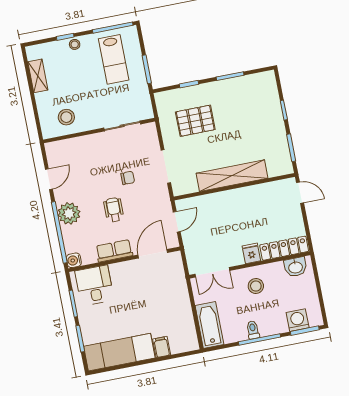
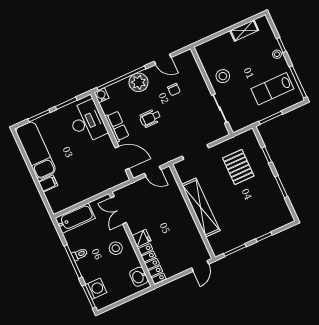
stool: (66, 117) -> (223, 76), moved
chair: (128, 178) -> (174, 89), moved
wheelchair: (114, 210) -> (150, 118), turned 180
desk: (94, 285) -> (87, 122), width x1.37

